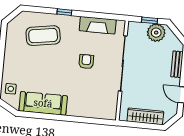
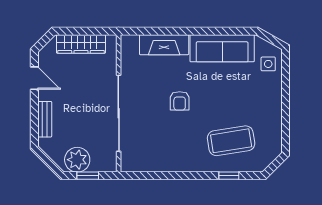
window: (64, 12) -> (229, 176), moved
fireplace: (98, 25) -> (164, 45), moved, turned 180
armchair: (86, 62) -> (180, 101), moved

